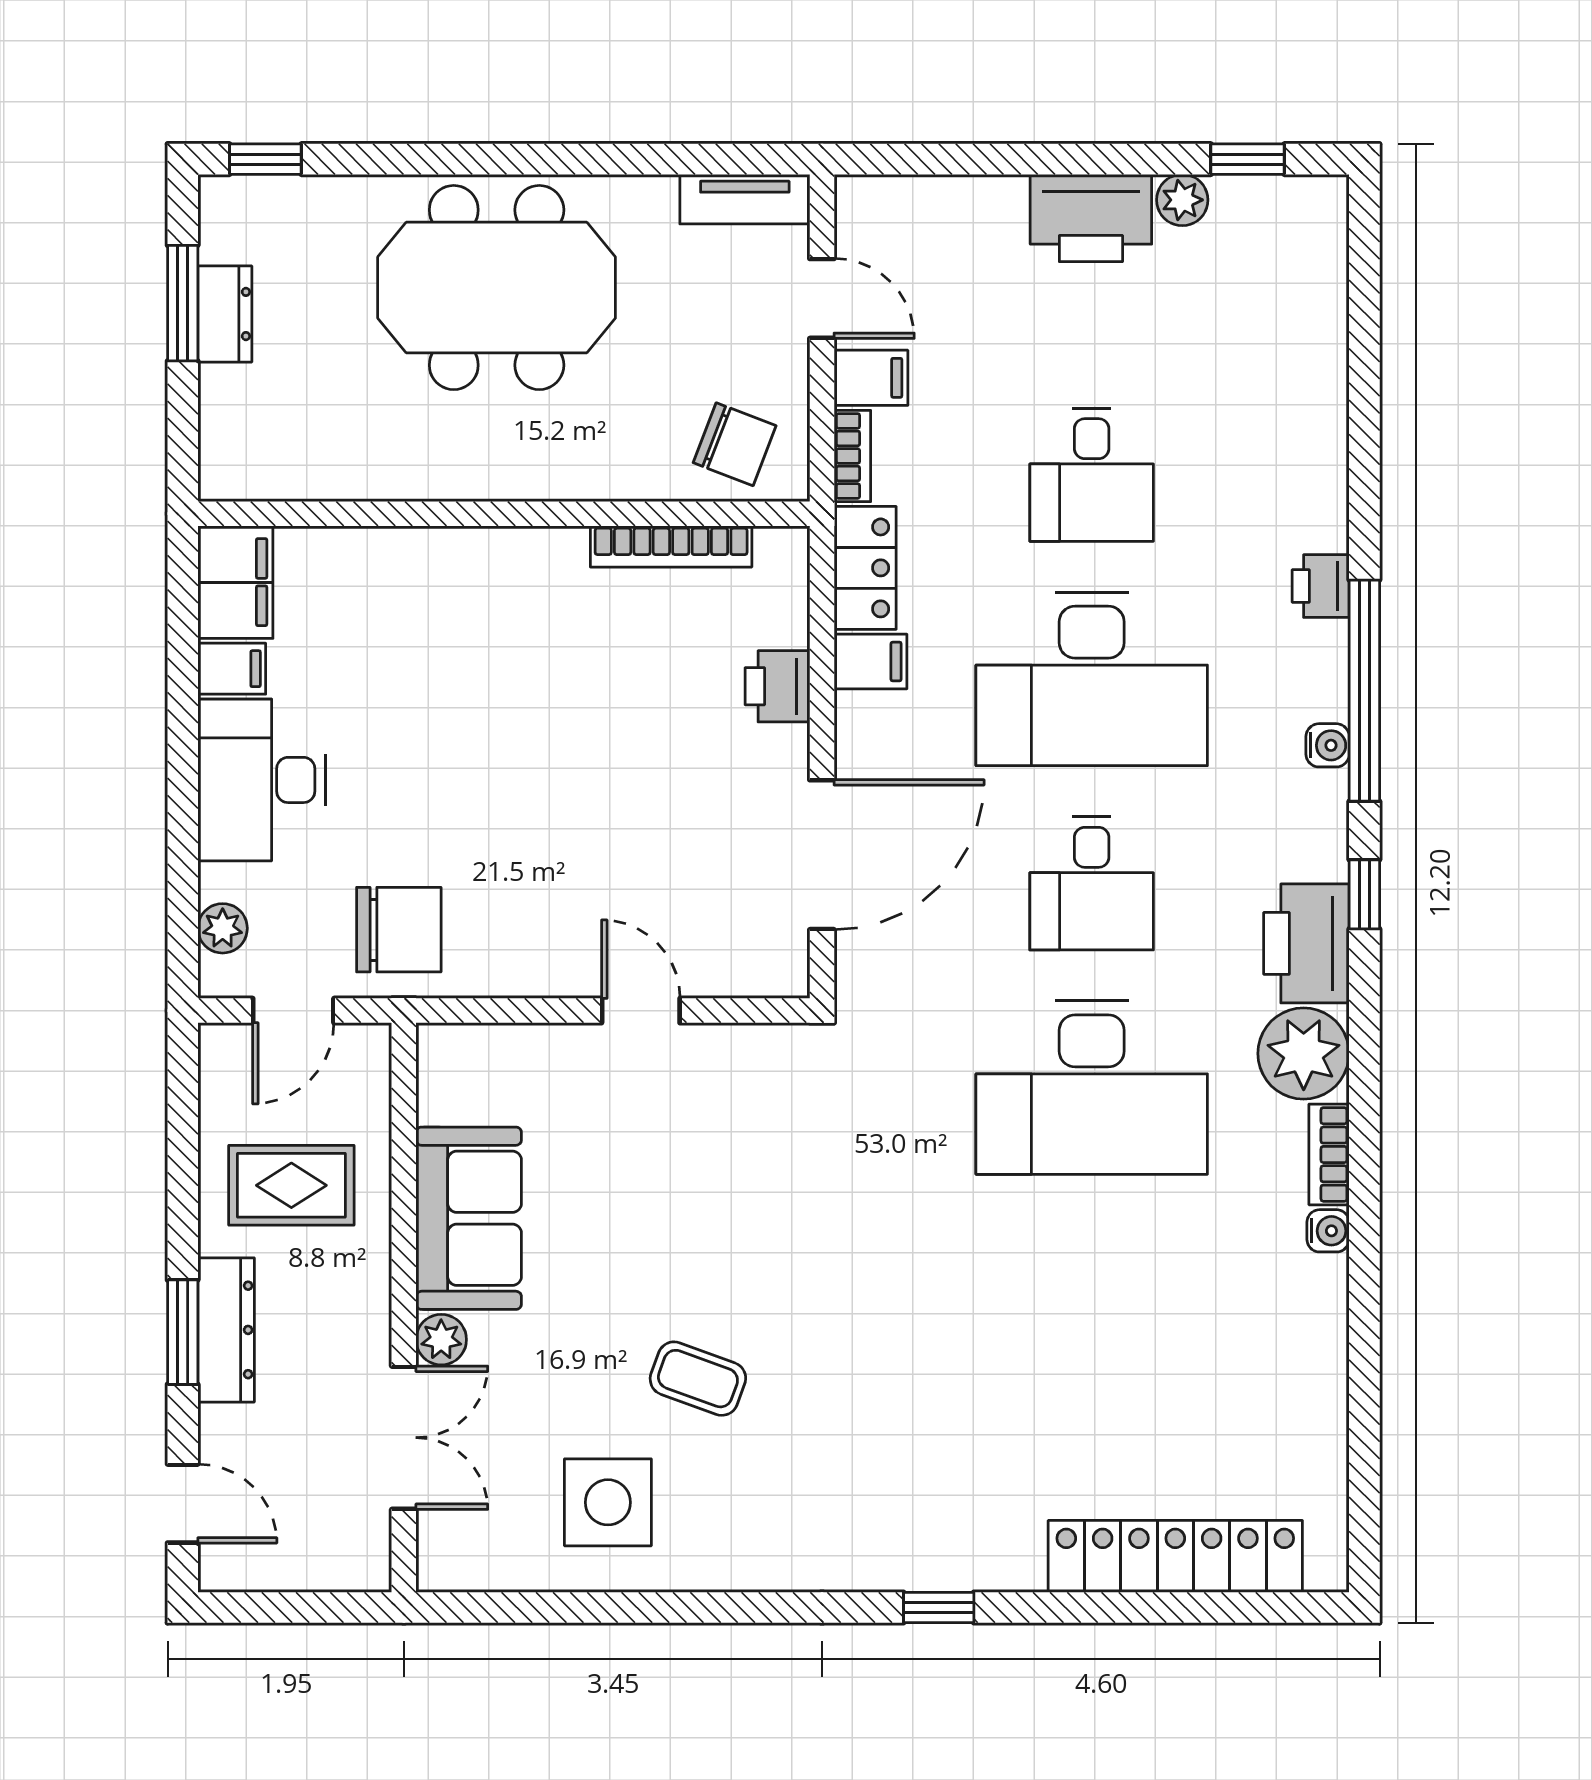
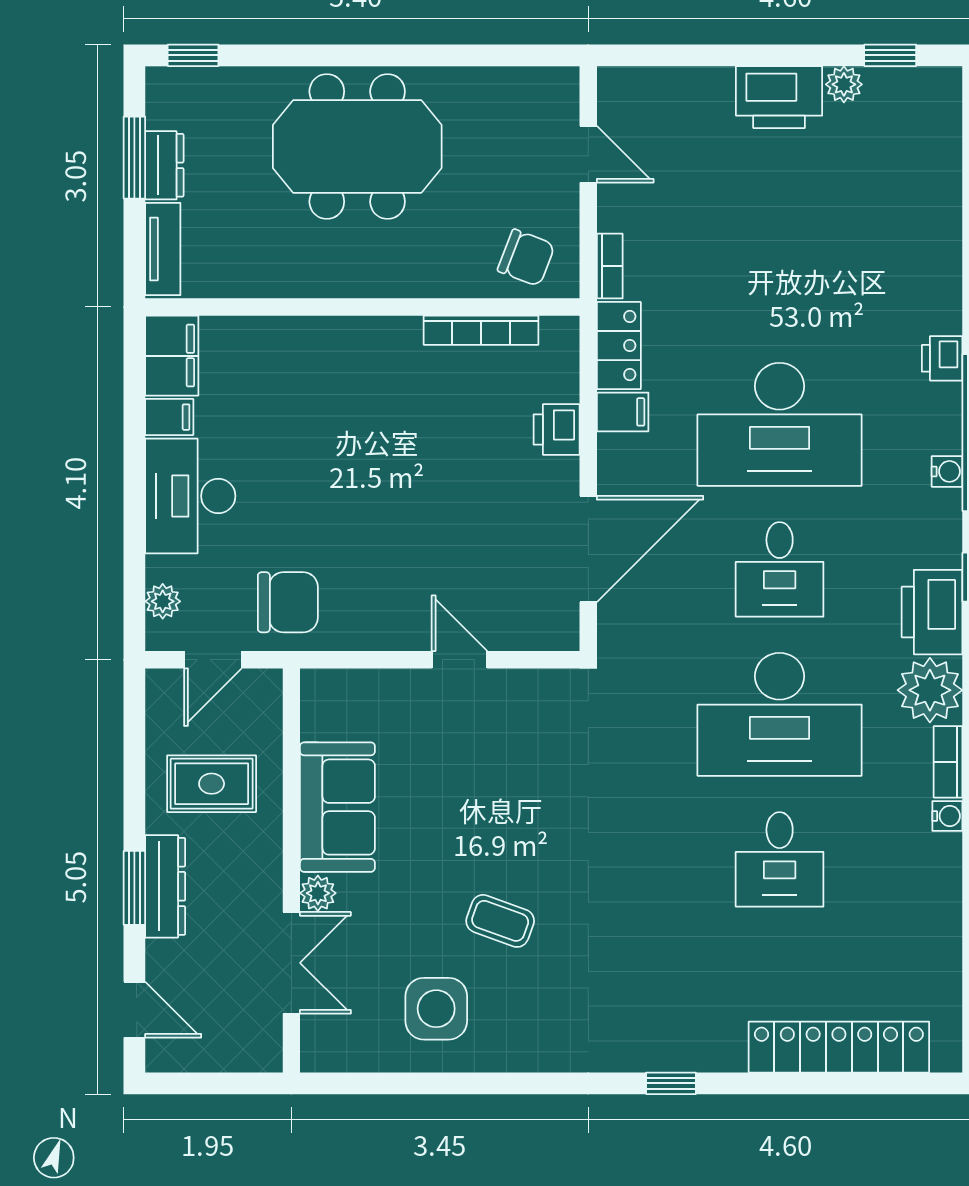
tv unit: (745, 199) -> (163, 249), moved, turned -90
filing cabinet: (871, 378) -> (623, 211), removed
desk: (1092, 475) -> (780, 859), moved

